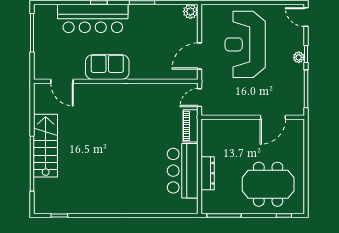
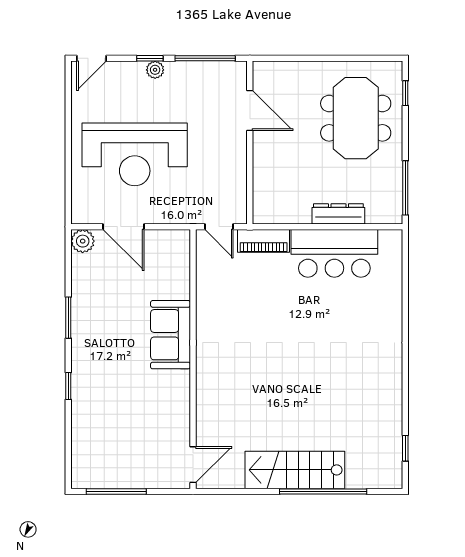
bar counter: (93, 18) -> (93, 395), removed
door: (199, 56) -> (123, 227), moved
sofa: (107, 67) -> (171, 335), moved
door: (62, 81) -> (193, 465), moved

